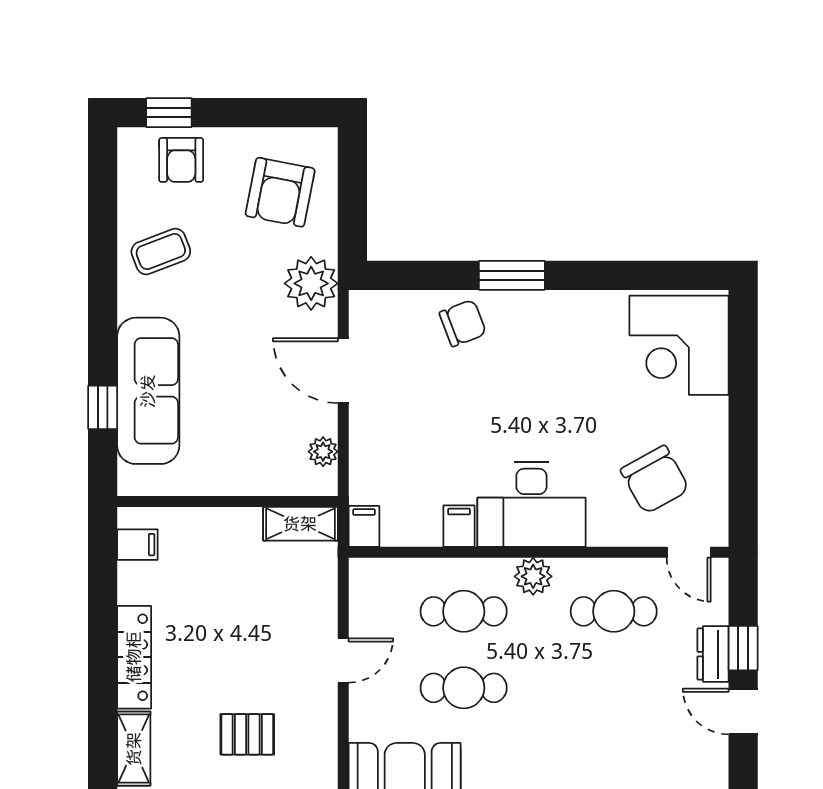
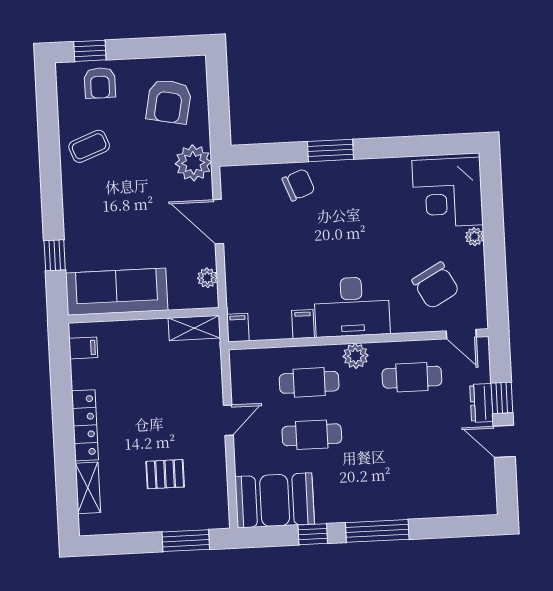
sofa: (148, 391) -> (117, 292), moved, turned -90
plant: (715, 411) -> (474, 237), added

